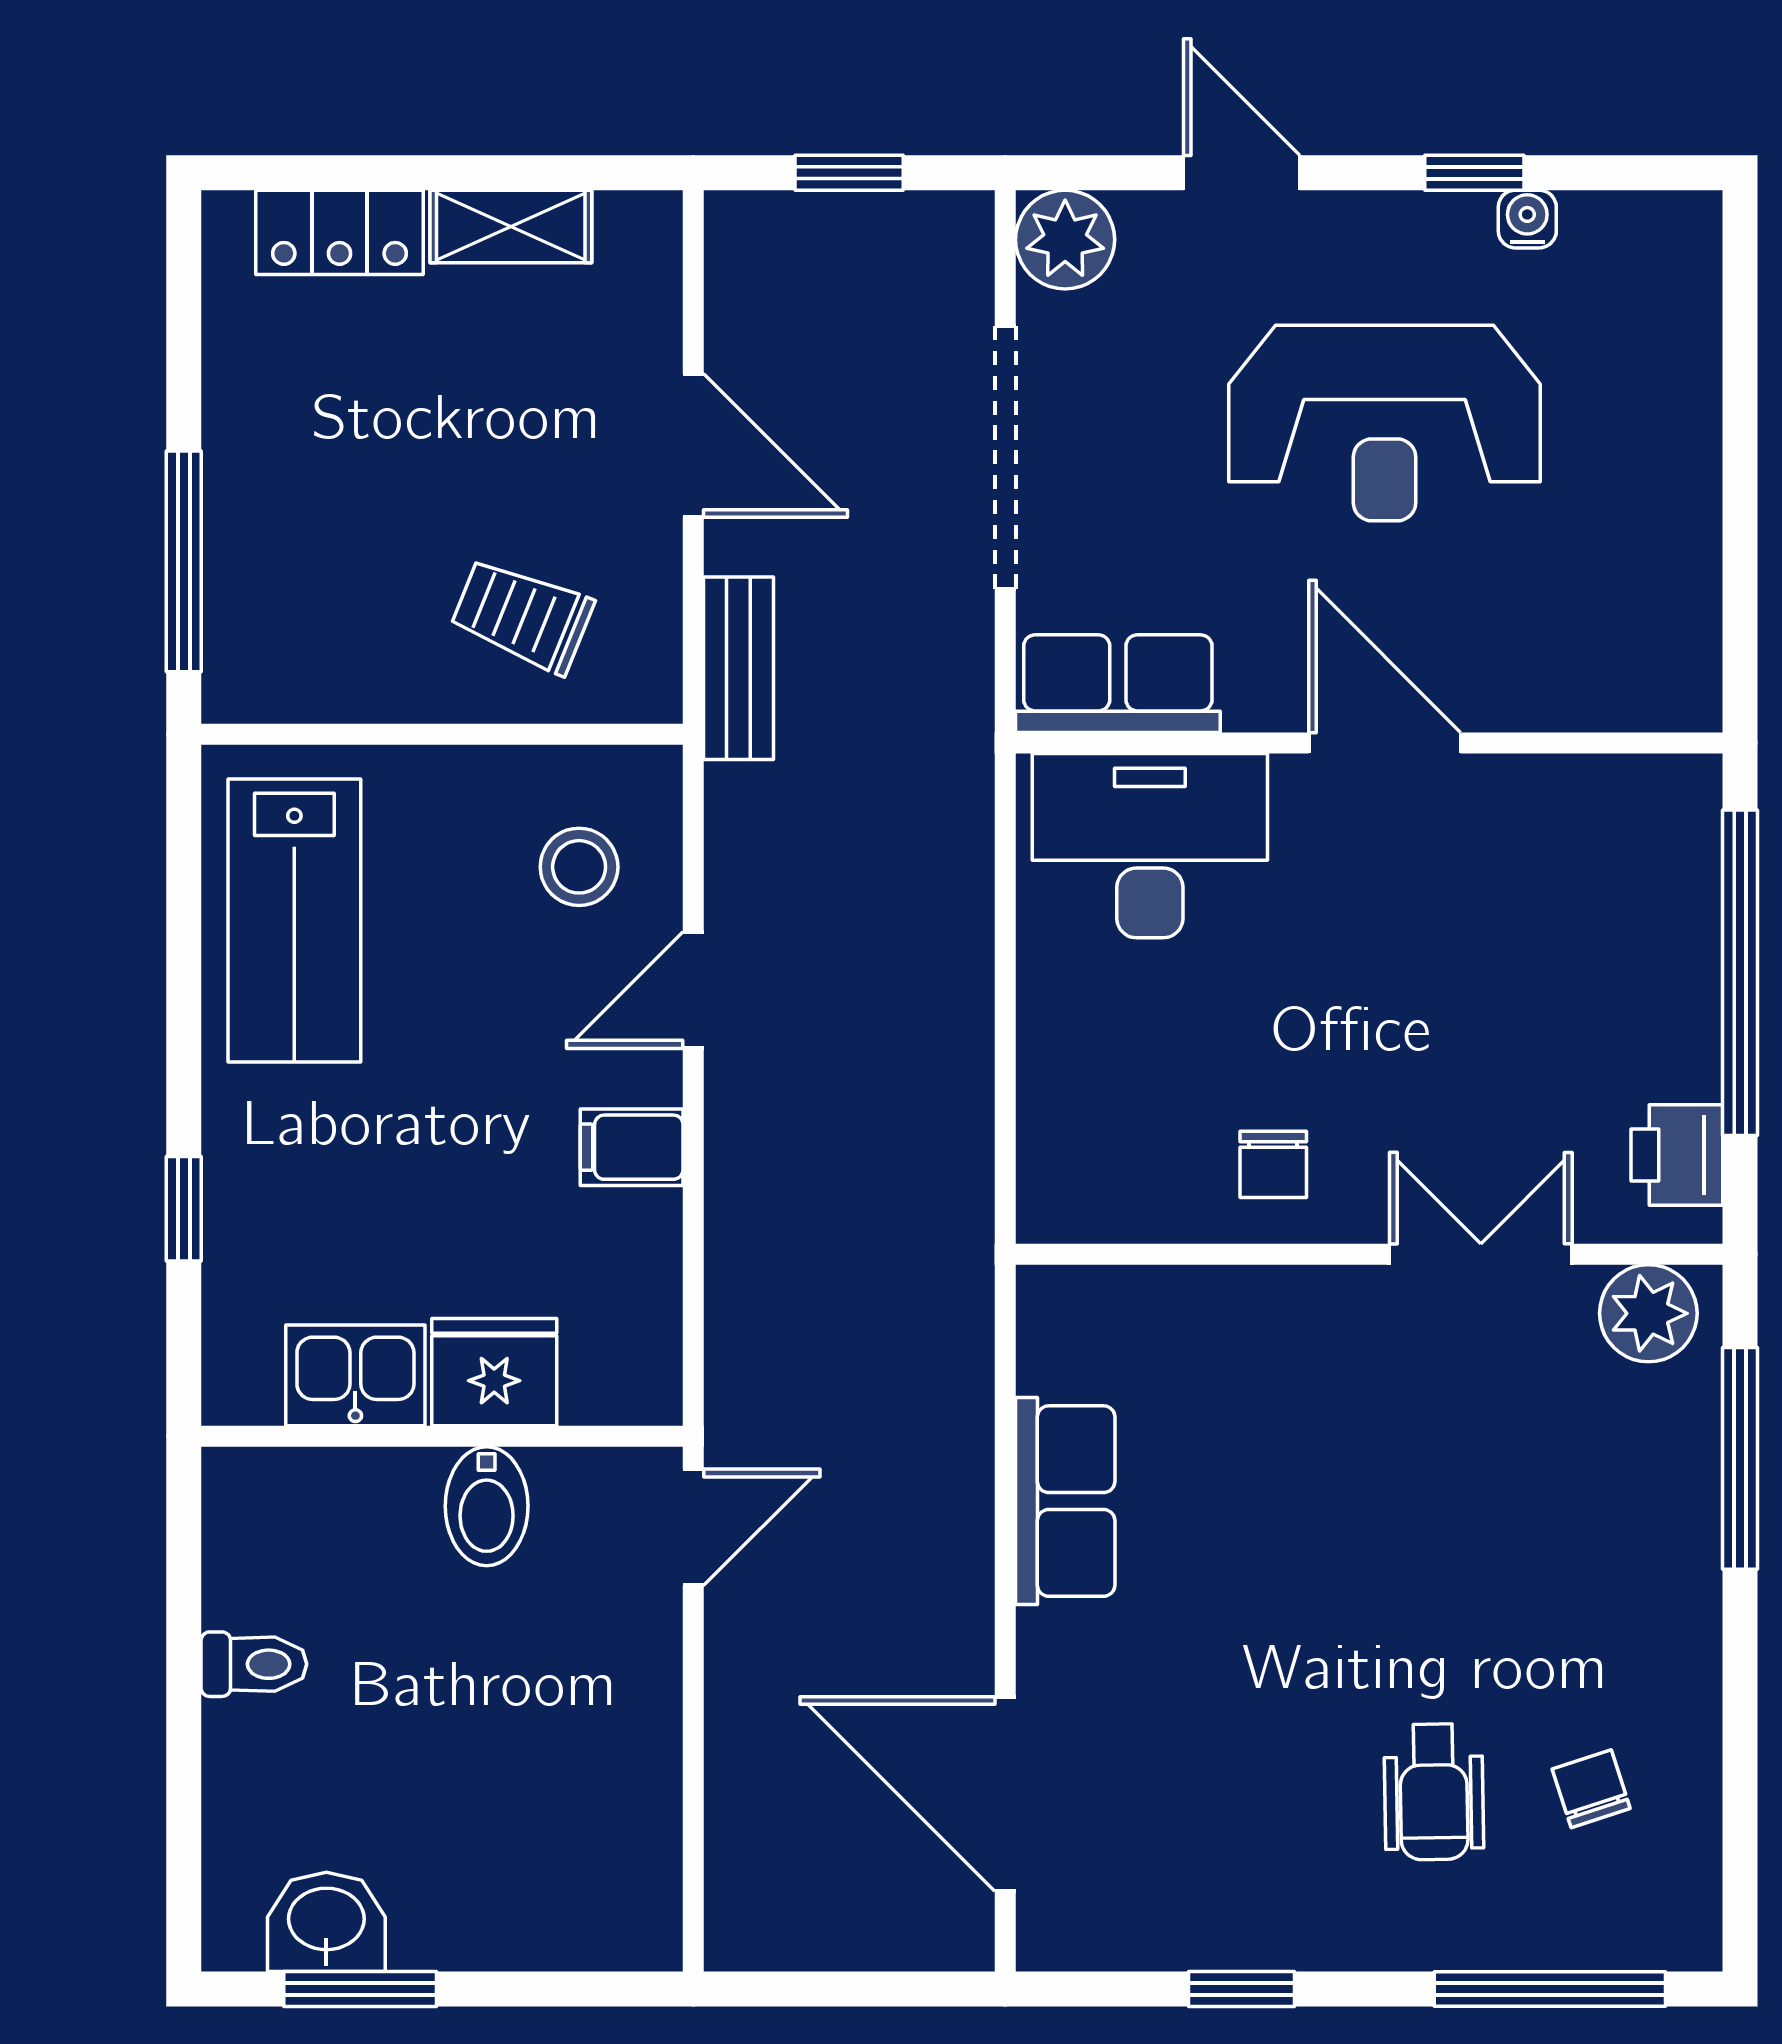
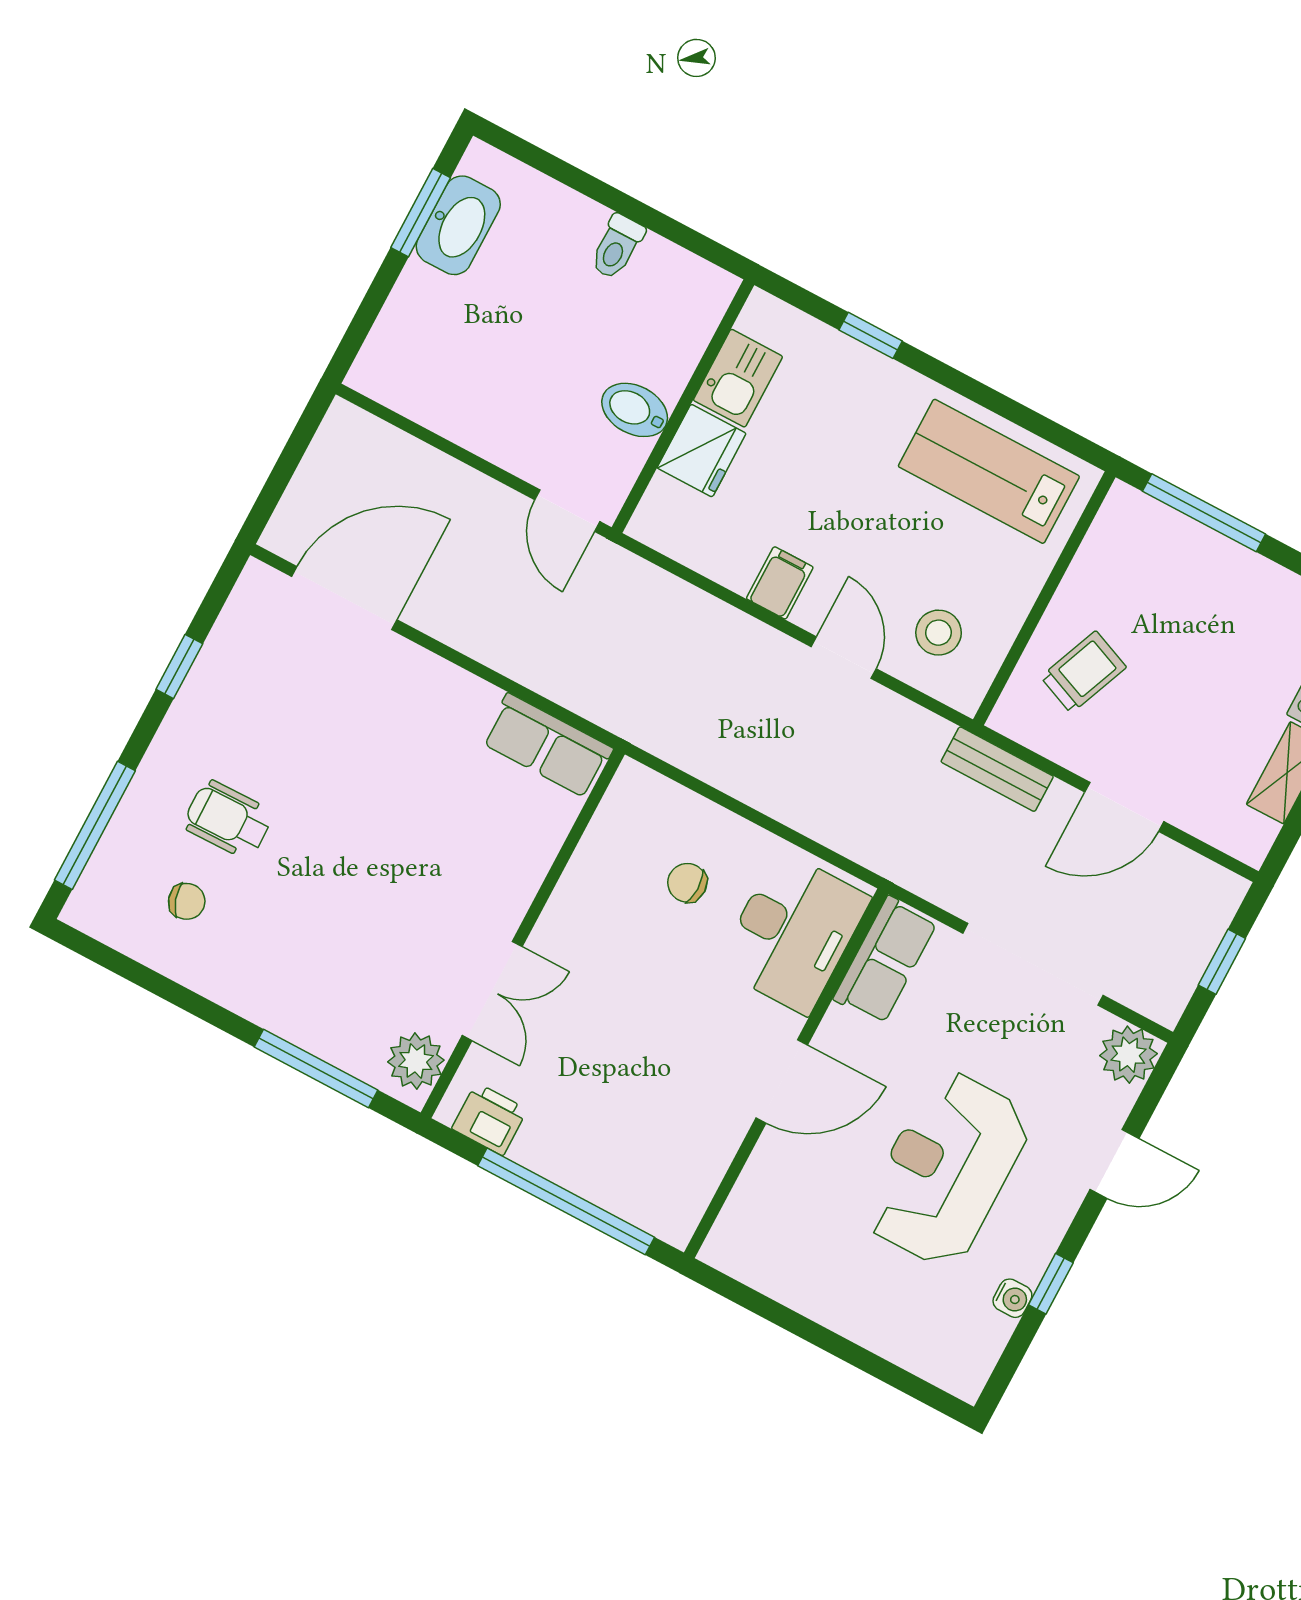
chair: (1273, 1164) -> (687, 883), moved
row of seats: (1065, 1501) -> (547, 746), moved
washbasin: (326, 1922) -> (458, 225), width x1.38

